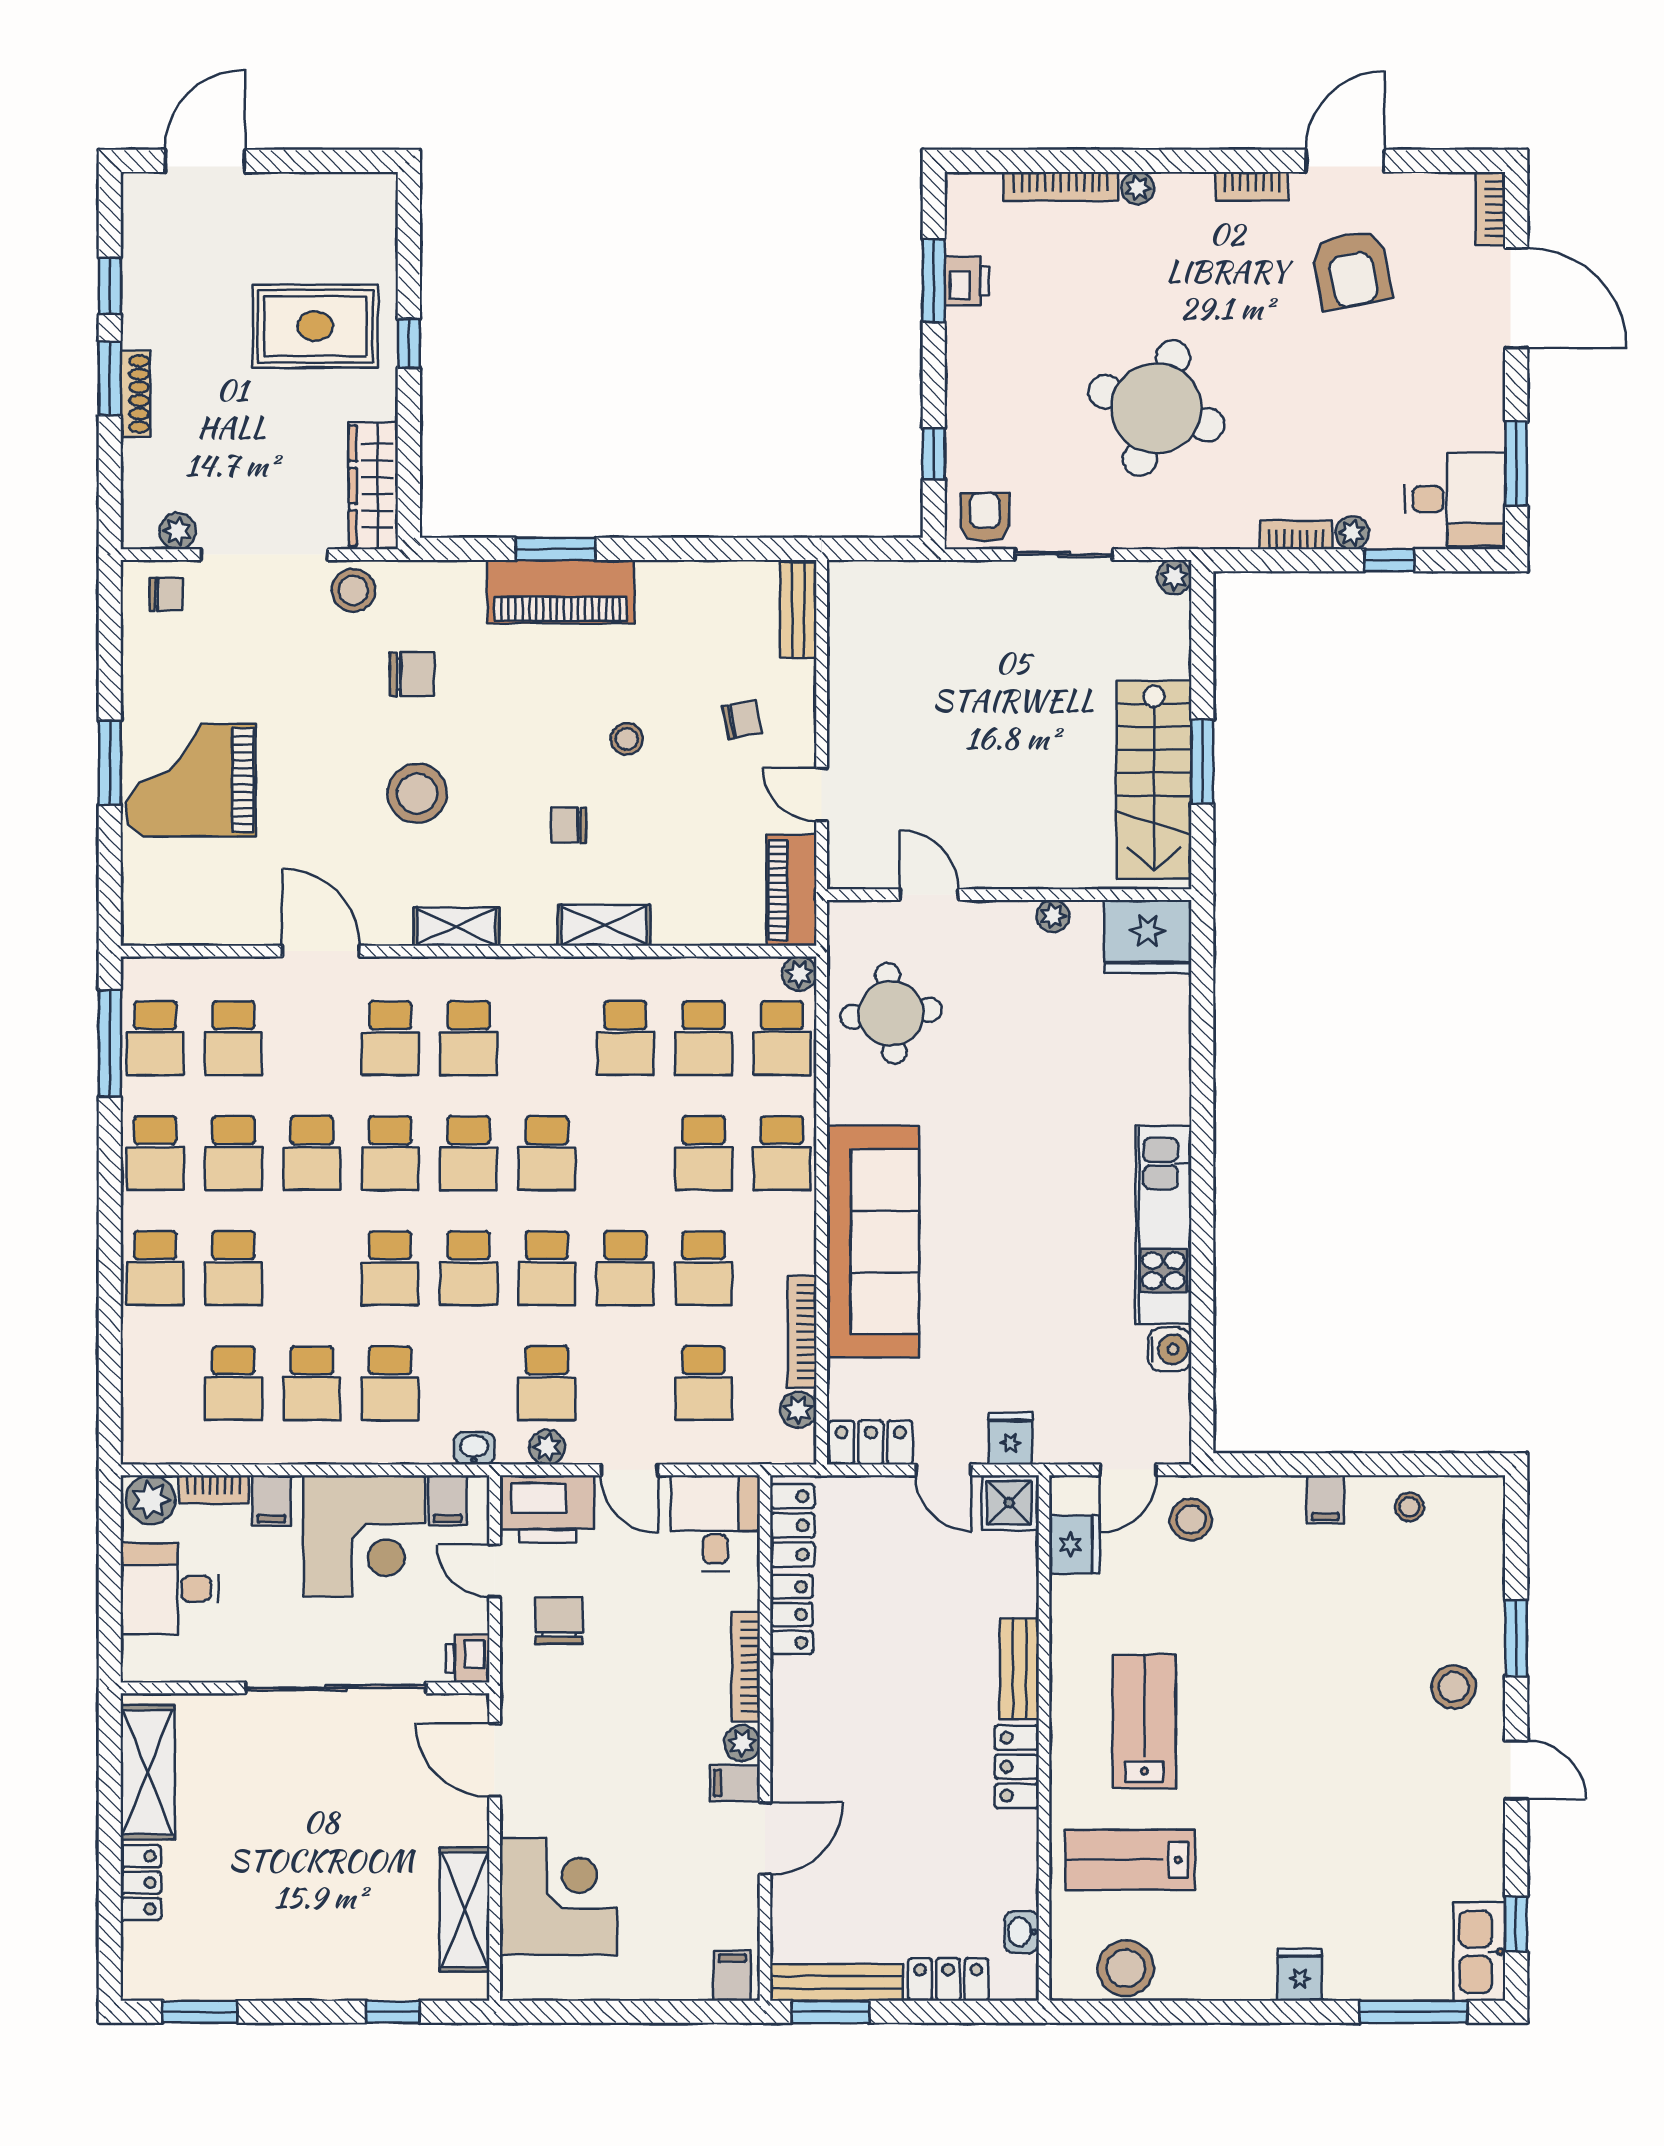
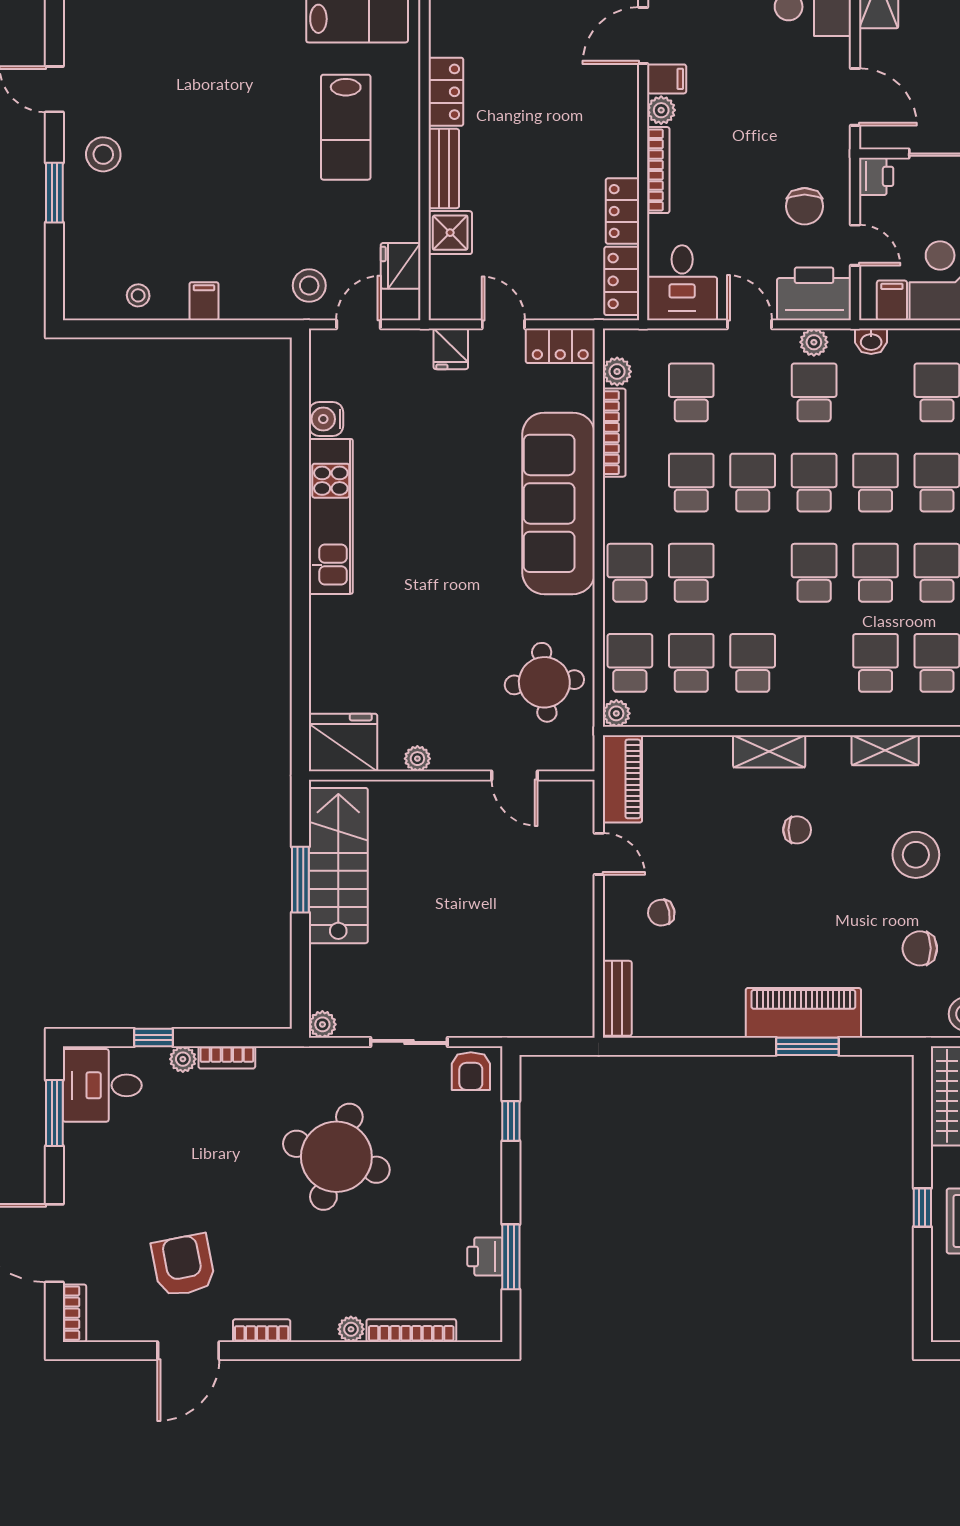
stool: (627, 739) -> (752, 897), removed
shower: (1009, 1503) -> (450, 233), moved

